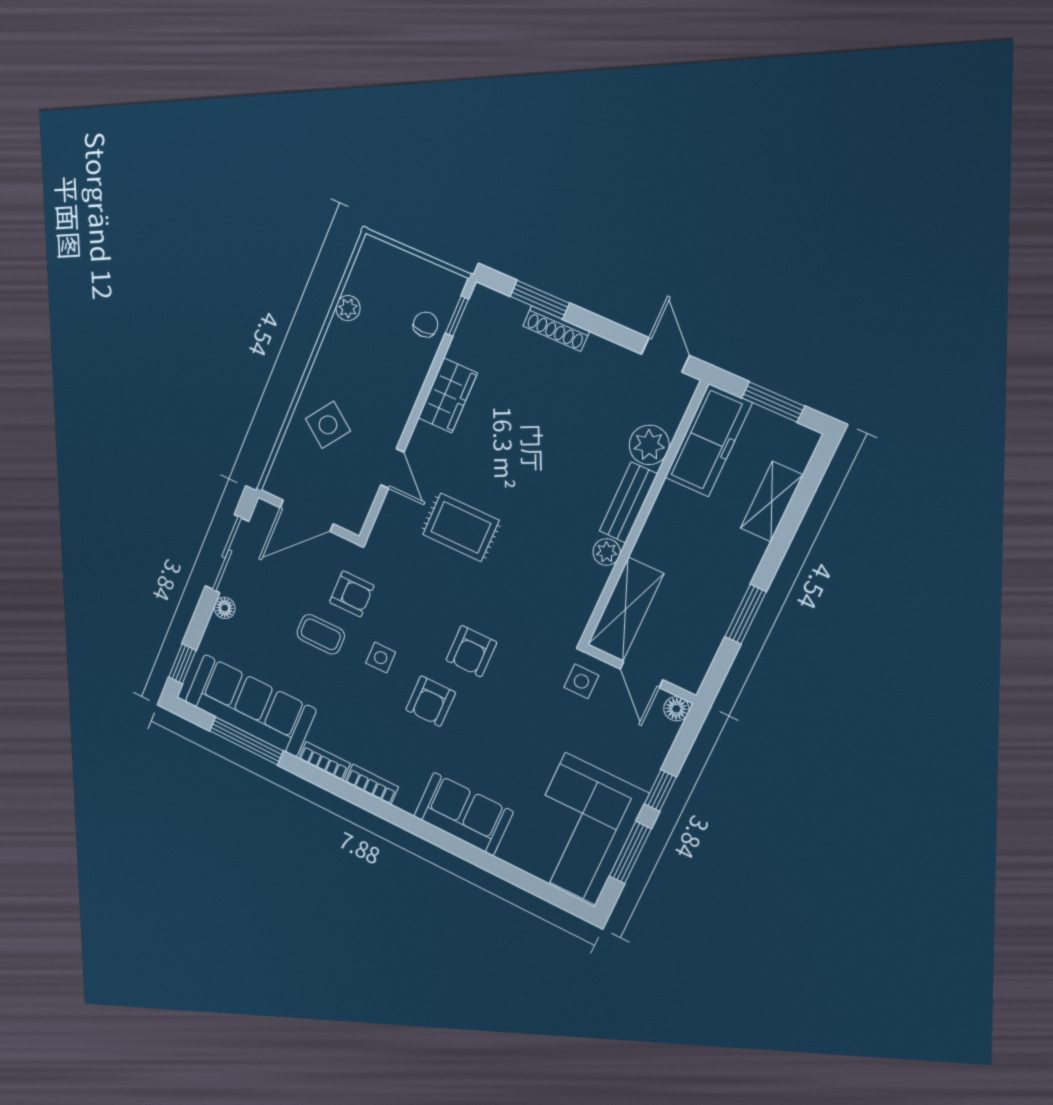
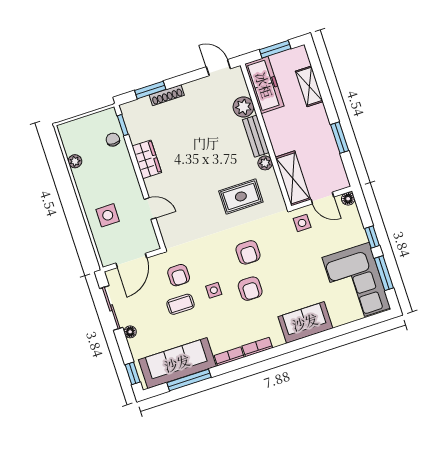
side table: (328, 425) -> (108, 215), turned -36
rug: (461, 527) -> (241, 196), moved
armchair: (352, 594) -> (179, 275), turned 90

